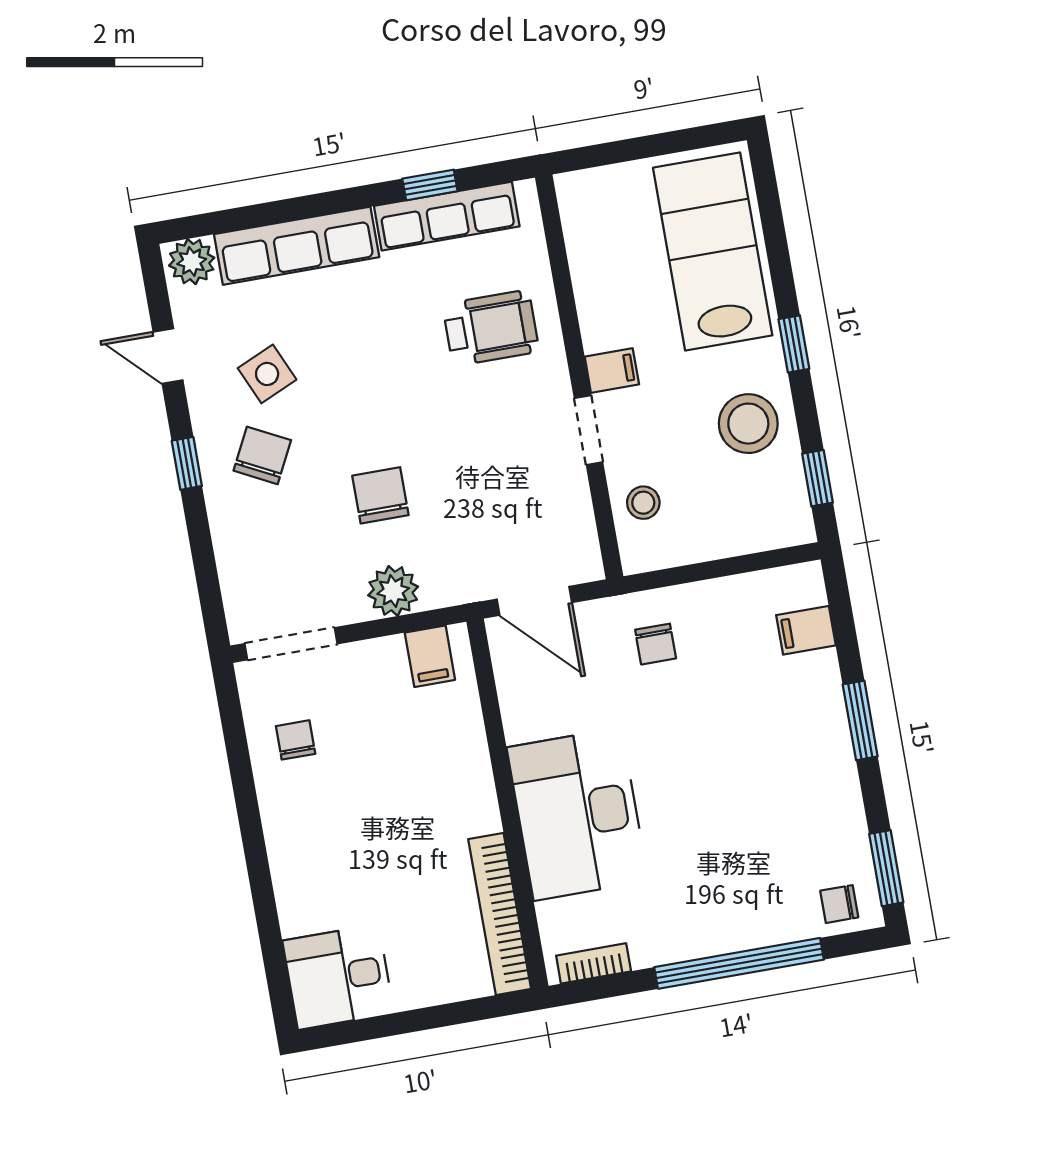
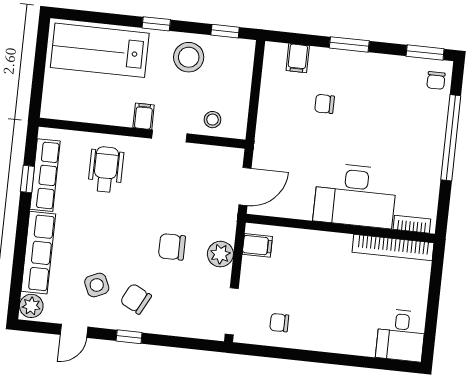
chair: (656, 644) -> (324, 104), moved, turned 180
bookcase: (594, 963) -> (412, 224), moved, turned 90

